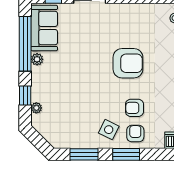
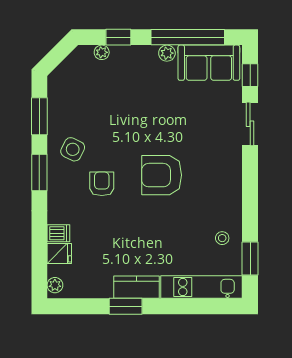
armchair: (128, 63) -> (162, 175), turned 90
armchair: (135, 134) -> (67, 185), removed

